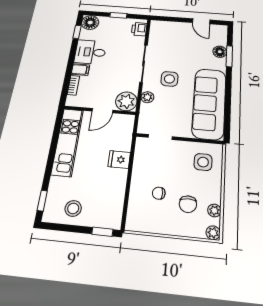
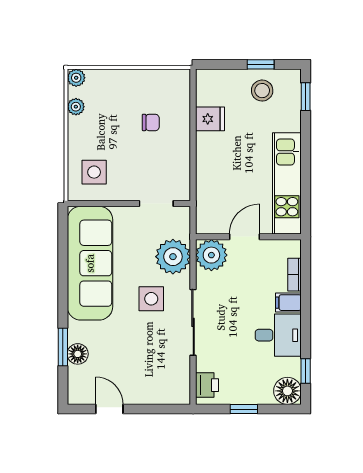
plant: (147, 97) -> (173, 257), width x1.87, depth x1.87
fridge: (119, 159) -> (210, 119), moved
chair: (188, 204) -> (111, 111), removed
window: (102, 232) -> (261, 64), moved

